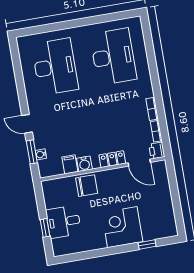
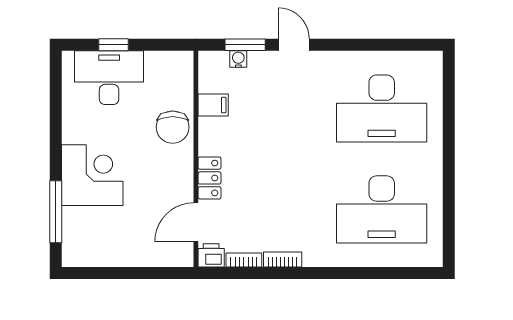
door: (27, 124) -> (294, 45), hinge flipped
water cooler: (84, 164) -> (210, 130), removed
desk: (63, 222) -> (109, 78), width x1.37
window: (147, 244) -> (56, 212), width x2.17

